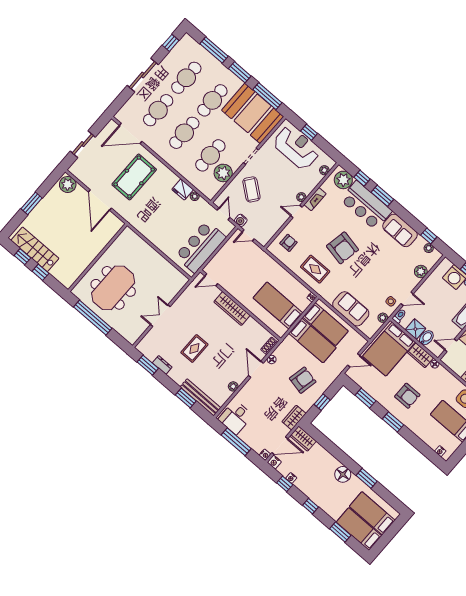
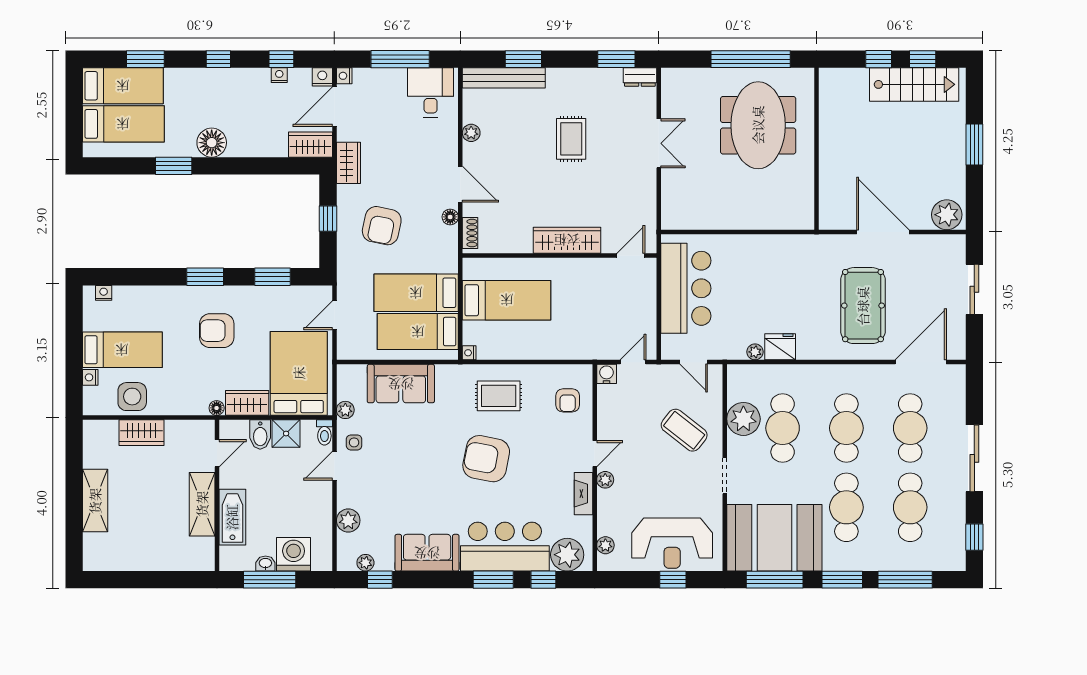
water cooler: (241, 220) -> (607, 374), moved
dresser: (162, 365) -> (640, 77), moved

